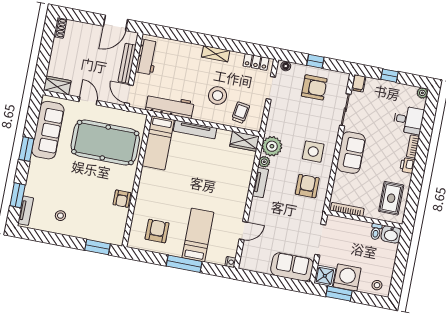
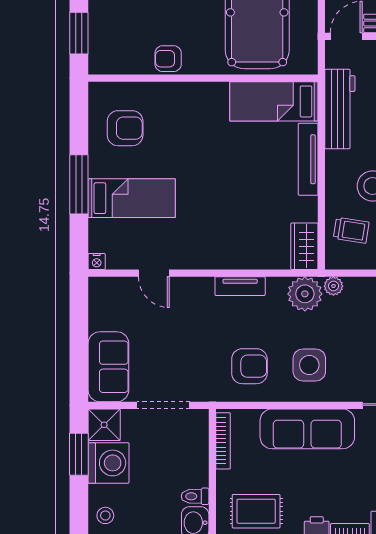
sofa: (351, 153) -> (307, 429), width x1.36
plant: (264, 162) -> (333, 286), moved

